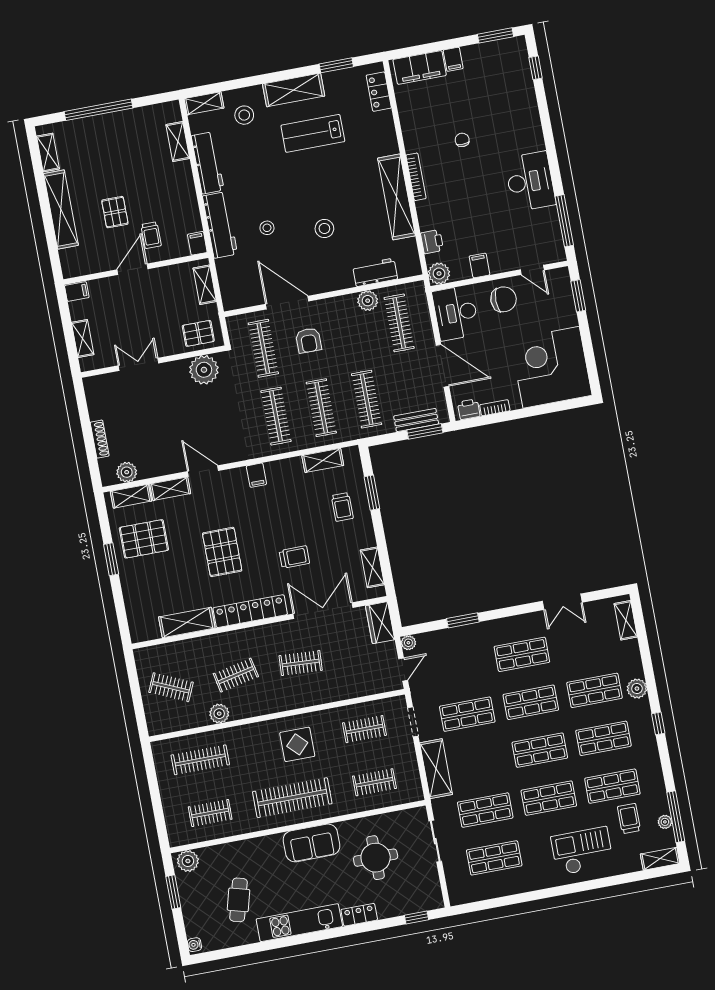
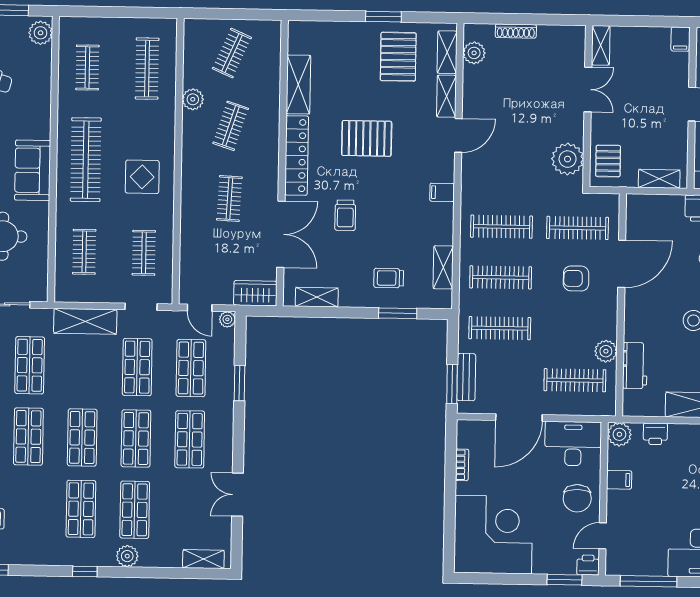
shelving: (83, 339) -> (601, 45), moved, turned 90
printer: (469, 409) -> (588, 565), moved, turned -90
clothes rail: (236, 675) -> (231, 126), turned 30
shop shelf: (612, 786) -> (191, 368), moved

